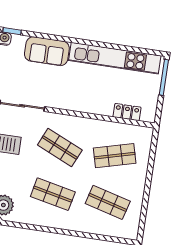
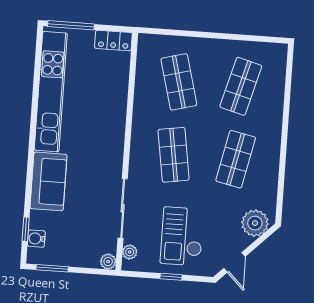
locker: (127, 112) -> (113, 40), moved, turned -90
shop shelf: (60, 147) -> (174, 155), turned -33

